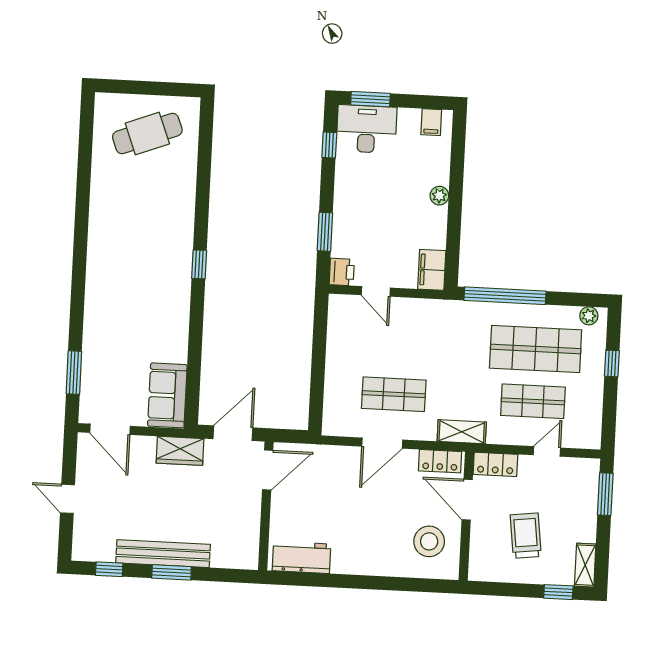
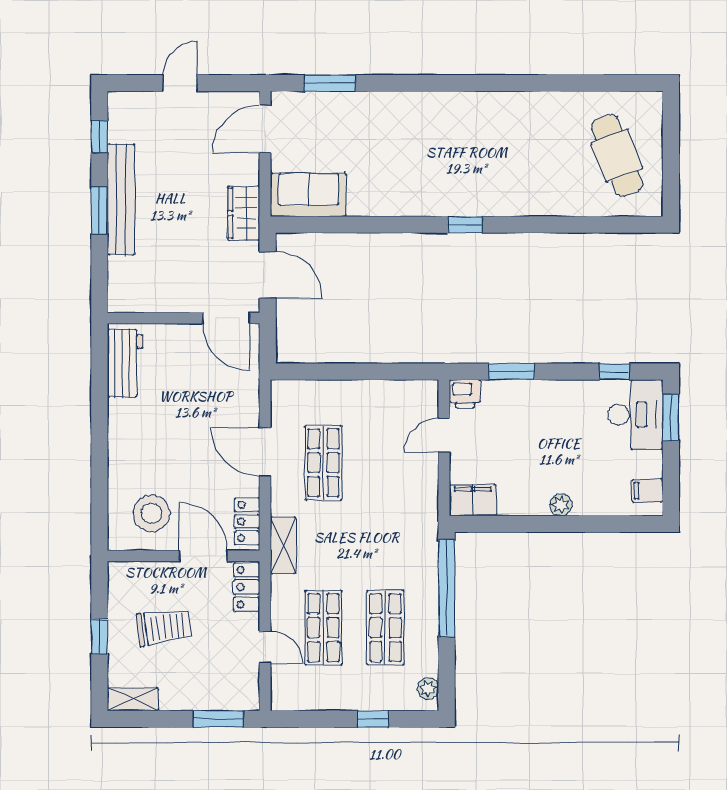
shop shelf: (536, 349) -> (385, 628), width x0.70, depth x0.74
door: (467, 500) -> (203, 556), hinge flipped
window: (558, 592) -> (99, 636), moved

